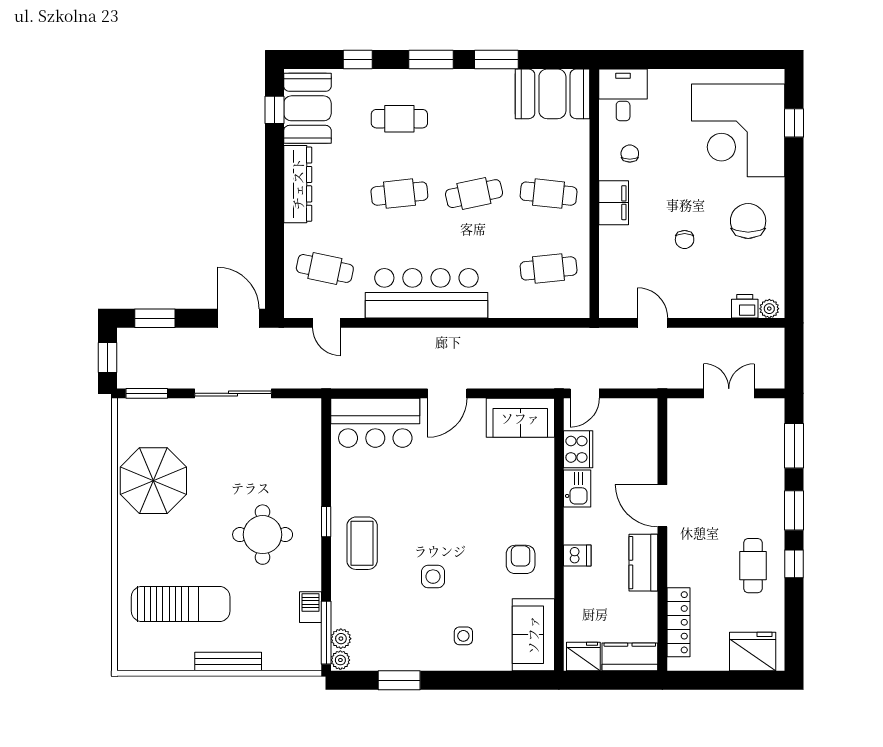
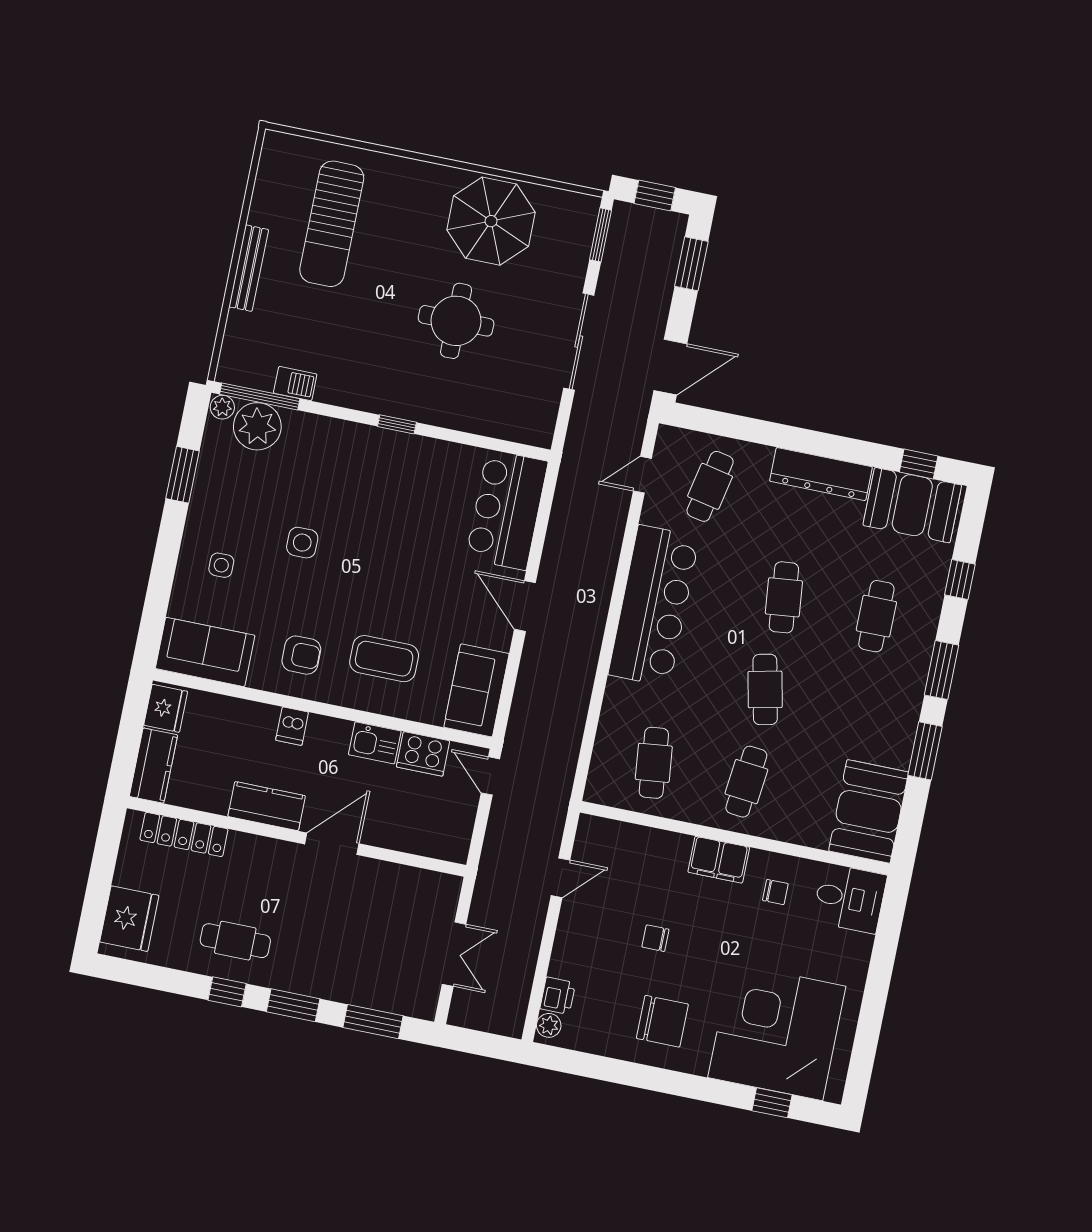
round table: (263, 535) -> (456, 321), moved
coffee table: (362, 543) -> (384, 659), moved
plant: (341, 639) -> (257, 426), width x1.88, depth x1.88

